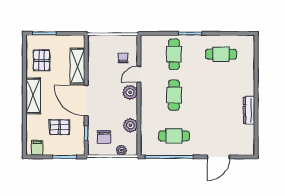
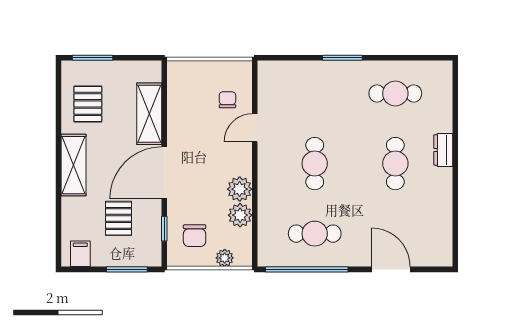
cafe table: (174, 54) -> (395, 164), moved
plant: (130, 92) -> (240, 189), moved
door: (86, 101) -> (164, 173), hinge flipped
dresser: (249, 110) -> (443, 150), moved, width x0.70
pallet: (59, 127) -> (118, 218), turned 90
door: (218, 157) -> (391, 269), swing flipped

